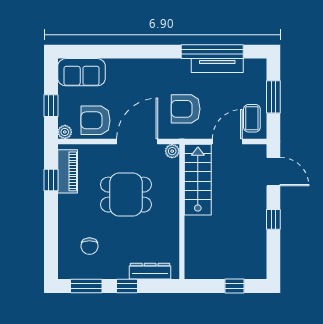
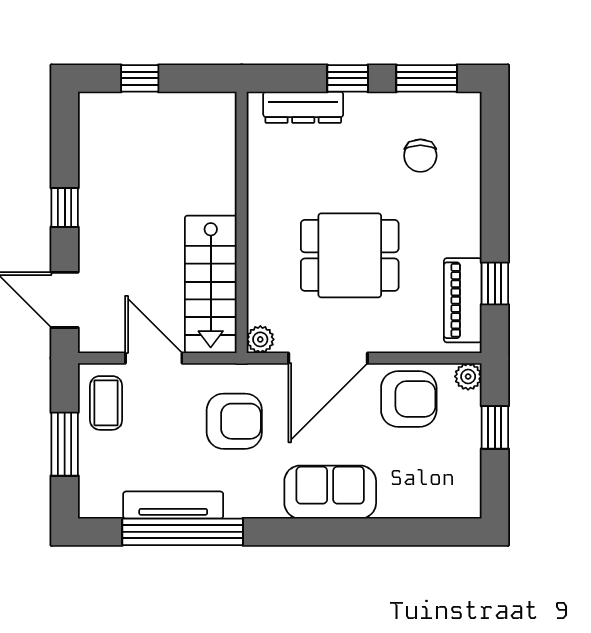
sofa: (82, 72) -> (330, 492), moved
door: (227, 141) -> (154, 358), swing flipped
chair: (89, 246) -> (420, 156), turned 180

